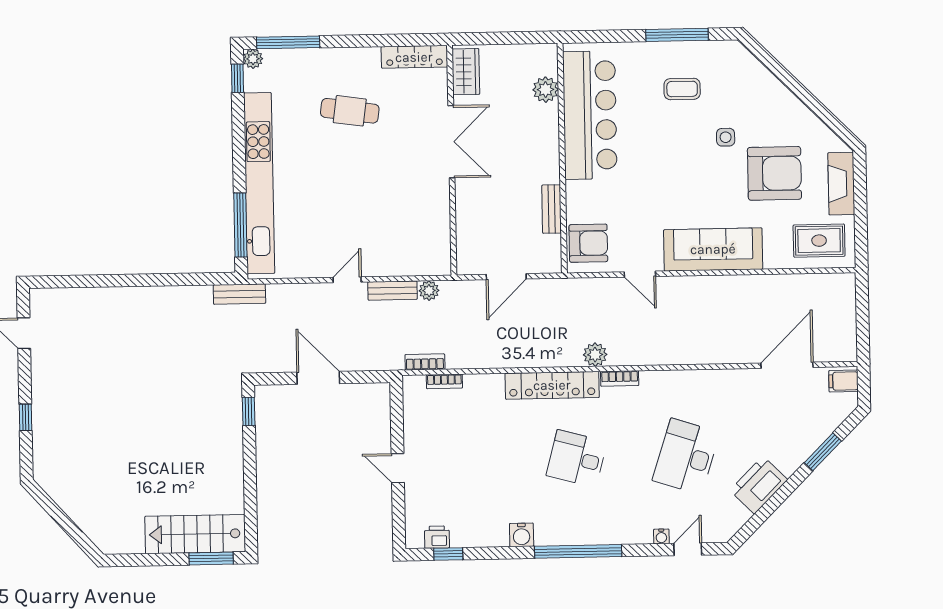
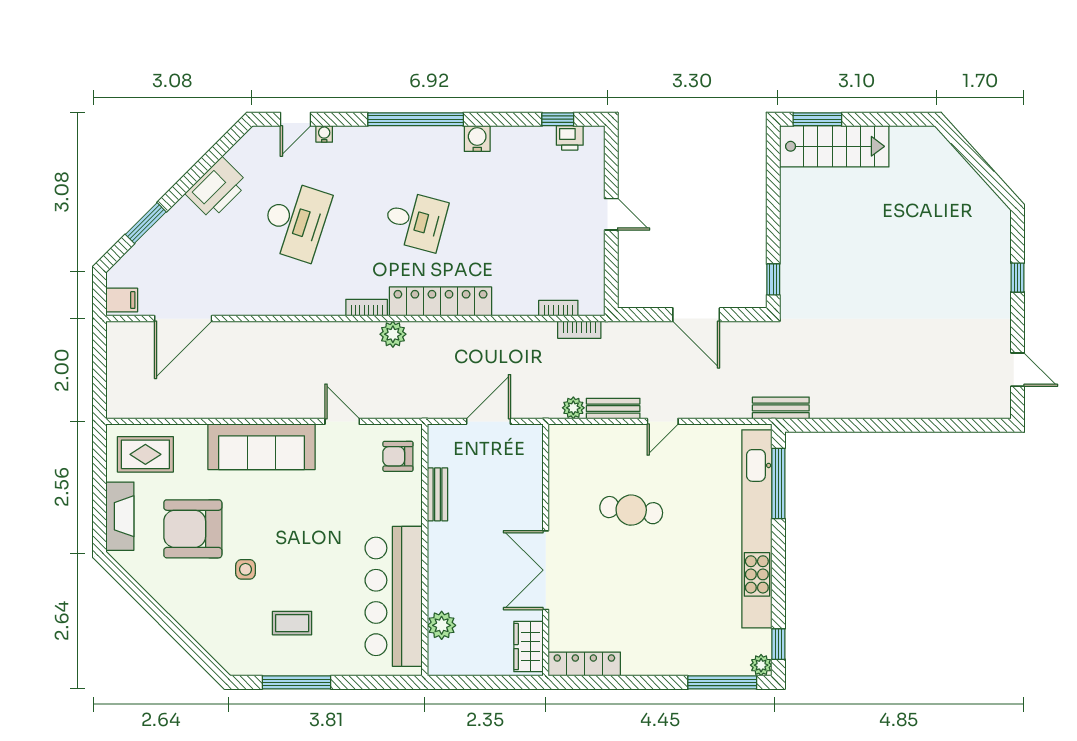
cafe table: (350, 111) -> (631, 510), moved
armchair: (588, 243) -> (398, 456), width x0.72, depth x0.72

